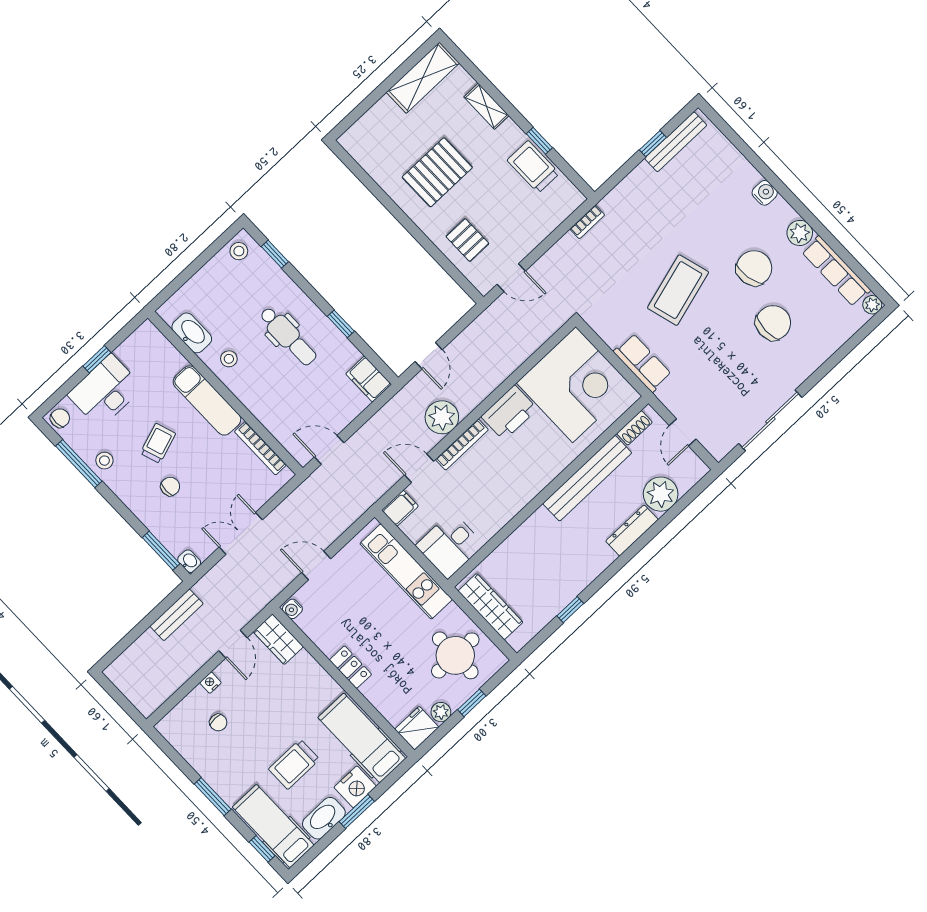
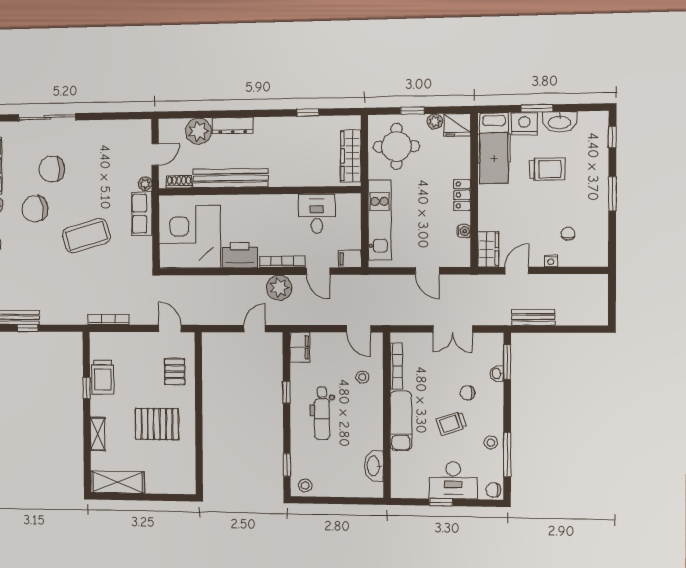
bookcase: (587, 222) -> (108, 320), width x1.56
dental chair: (288, 336) -> (322, 413), turned 180
stool: (229, 359) -> (362, 377), moved
plant: (666, 395) -> (145, 184), added
sliding door: (770, 420) -> (47, 117), moved
desk: (450, 545) -> (317, 214), moved, turned -90
washbasin: (189, 561) -> (497, 373), moved
water cooler: (292, 609) -> (464, 231), moved
hospital bed: (273, 826) -> (593, 144), removed

